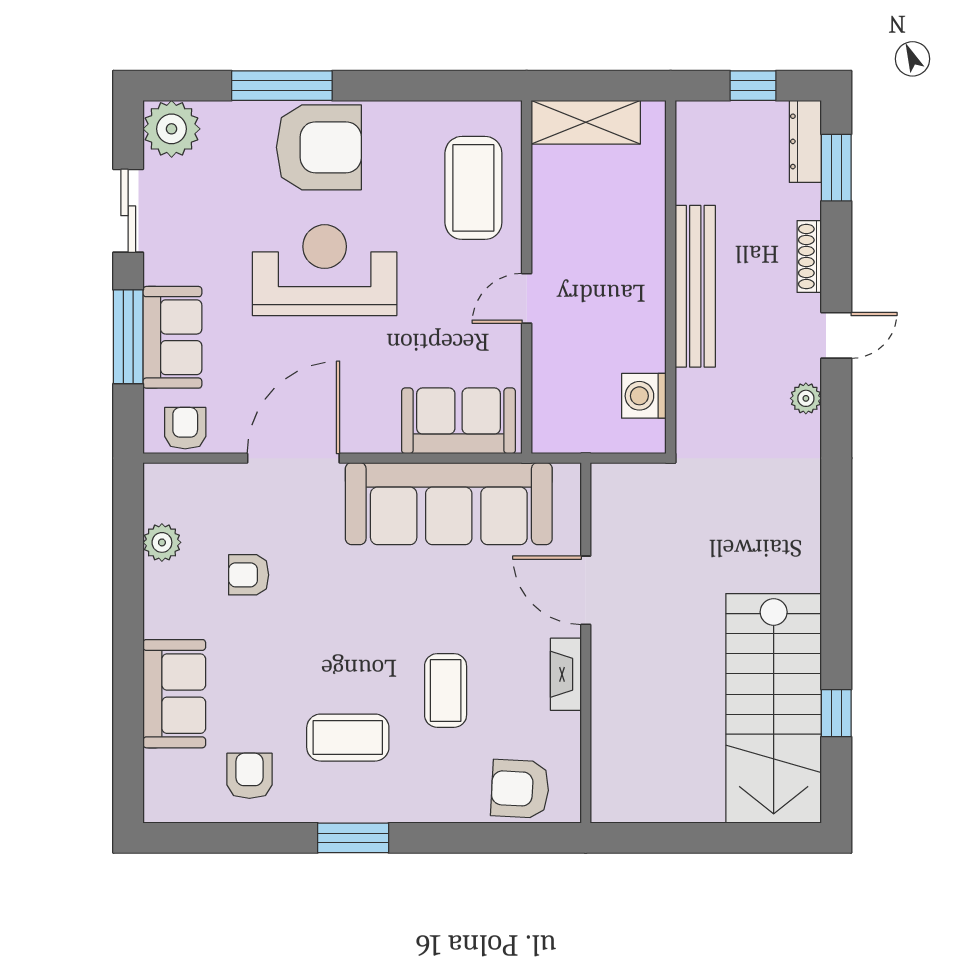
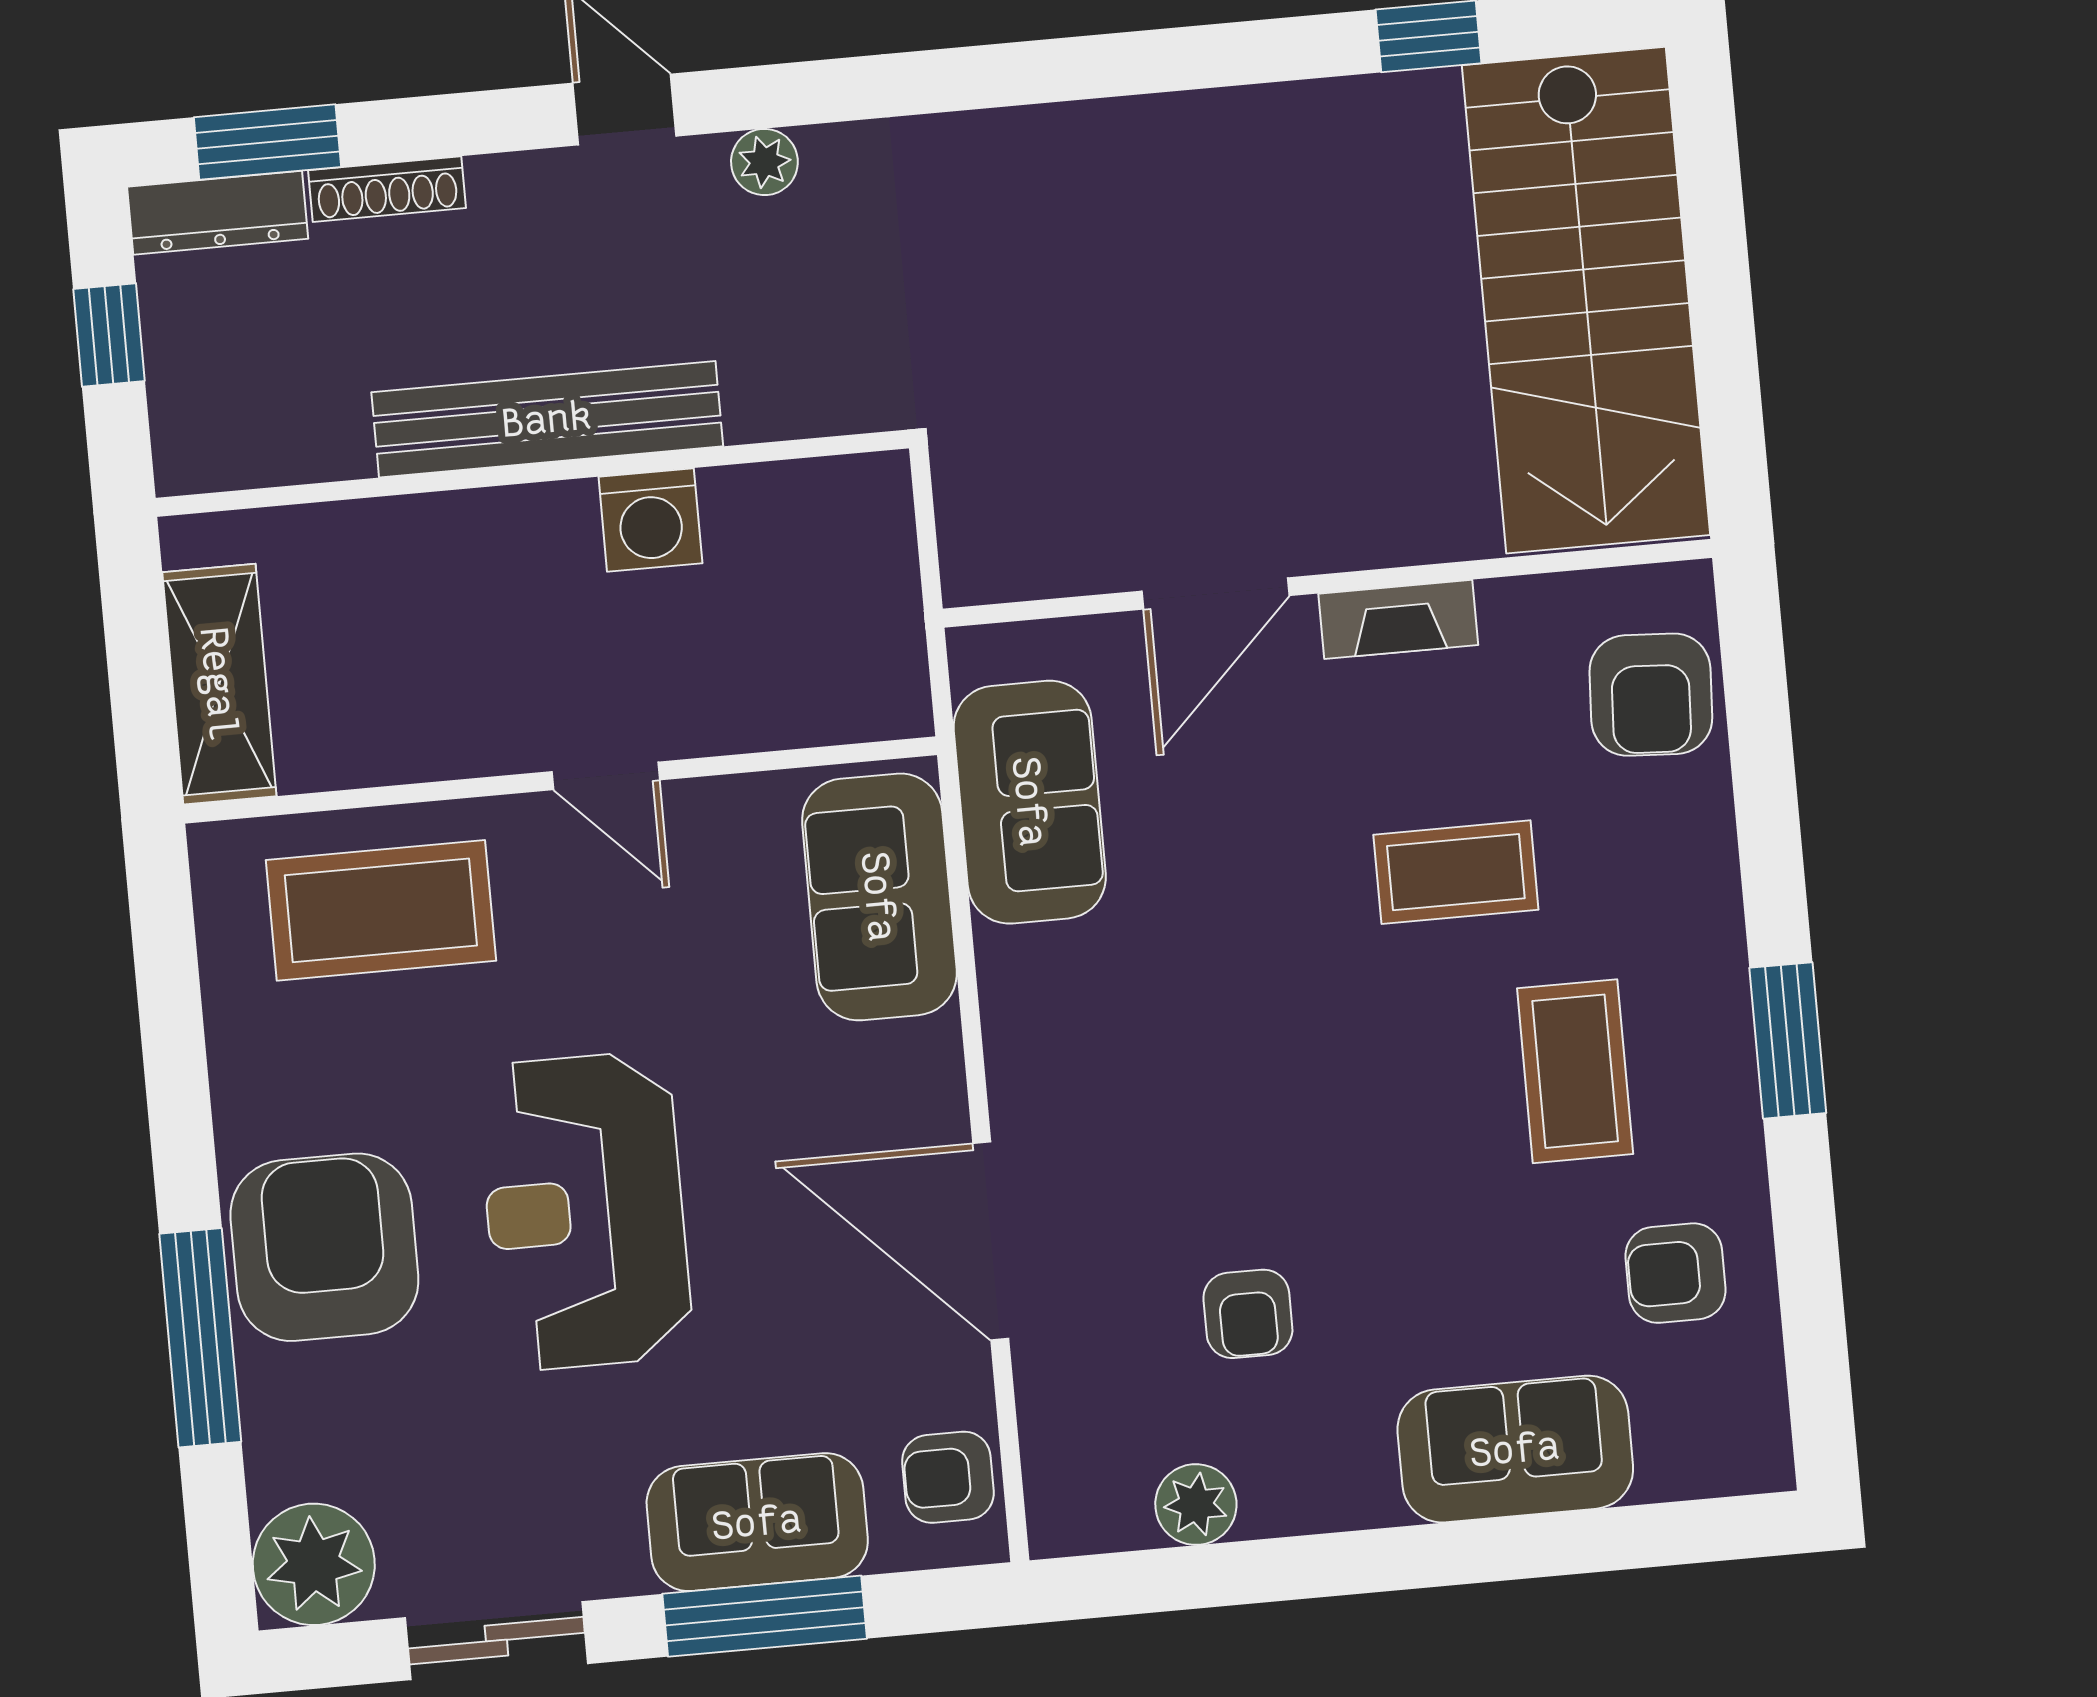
shoe rack: (809, 256) -> (387, 189), moved
washing machine: (644, 396) -> (650, 520), moved
sofa: (449, 504) -> (1030, 802), width x0.54, depth x0.79
stairs: (774, 708) -> (1586, 300), moved, turned 90

